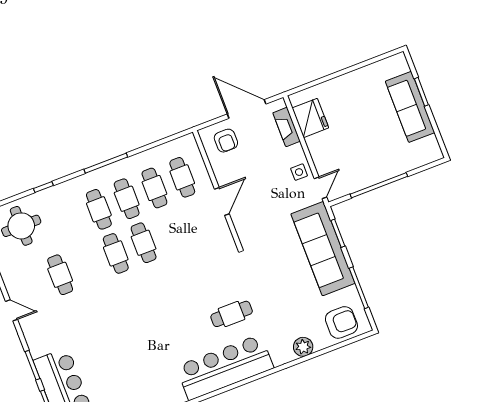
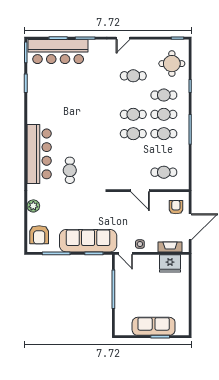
armchair: (226, 141) -> (176, 207), turned 90
cafe table: (154, 188) -> (164, 95), moved

